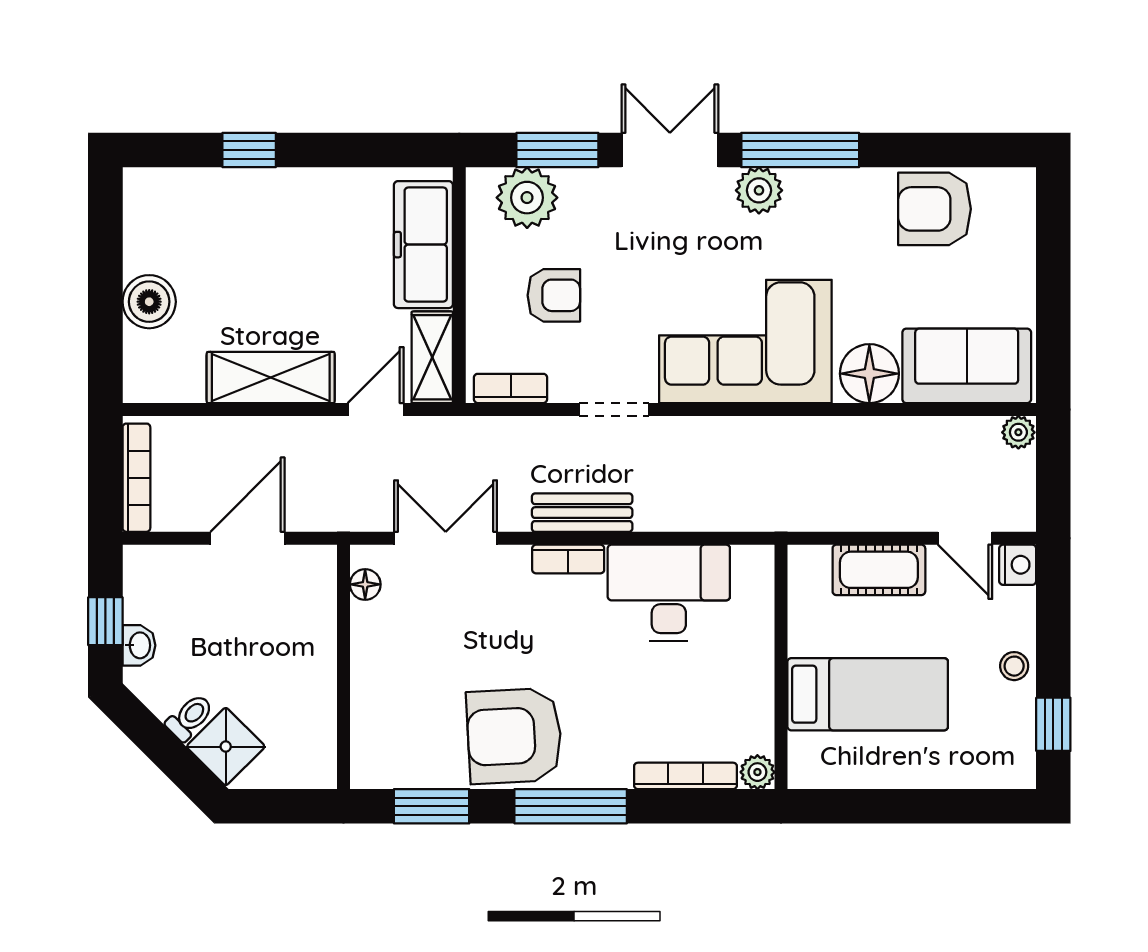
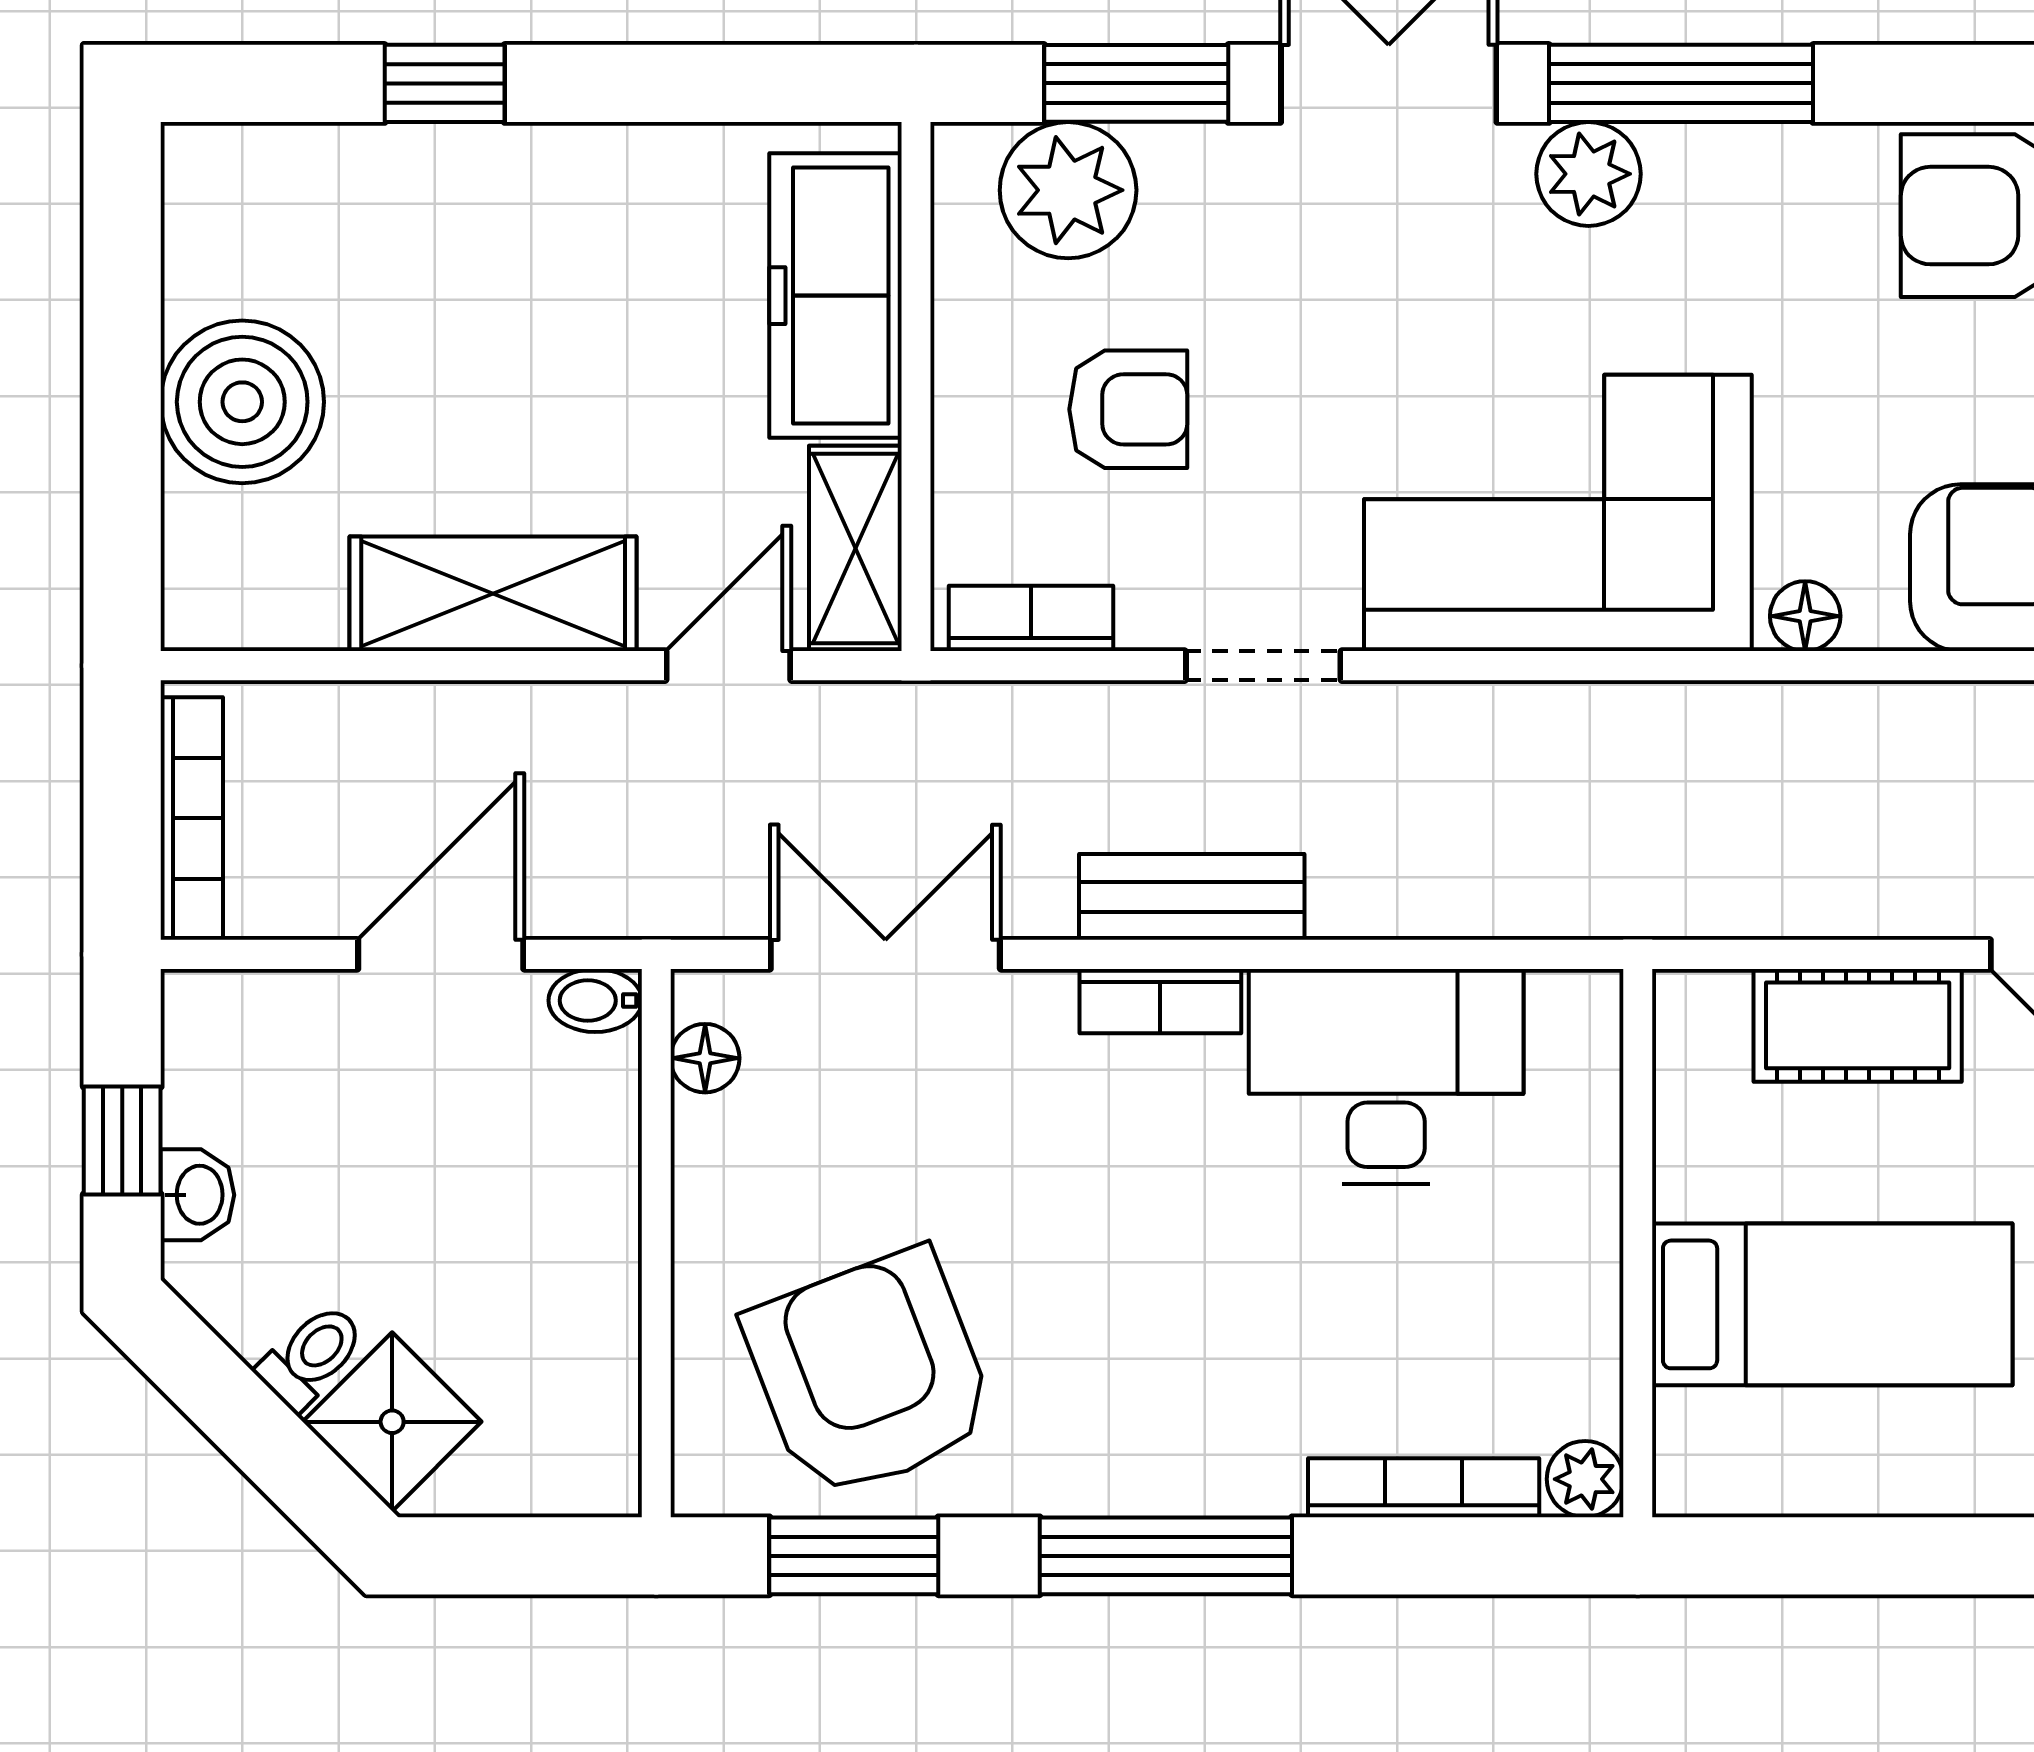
boiler: (149, 302) -> (242, 402), width x1.37, depth x1.37
floor lamp: (869, 374) -> (1805, 616), width x0.53, depth x0.53
bidet: (316, 559) -> (595, 1000), added
armchair: (514, 736) -> (870, 1374), moved, turned 72

